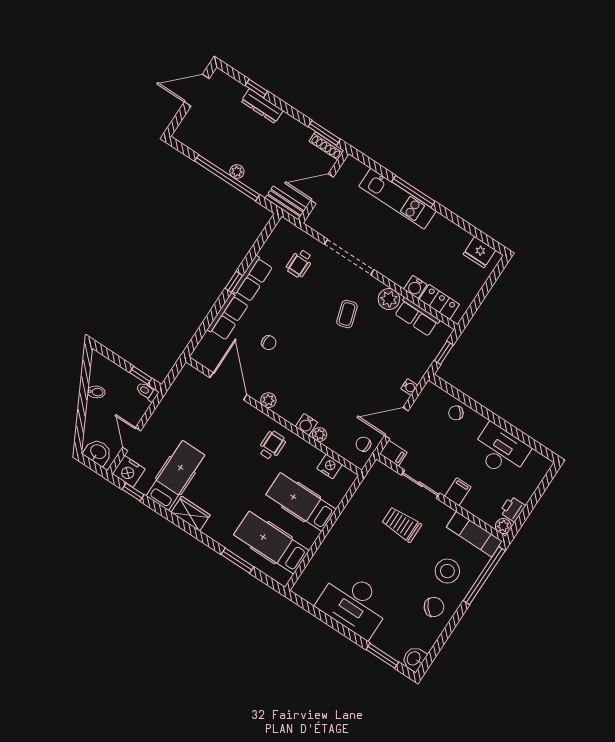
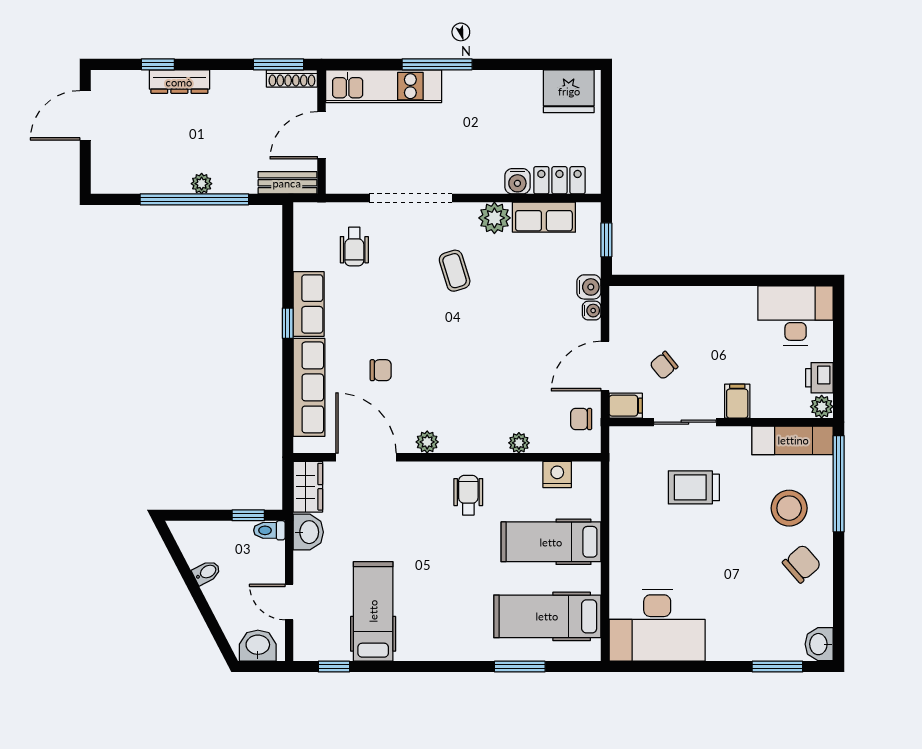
kitchen unit: (397, 199) -> (384, 86), moved
fridge: (479, 252) -> (569, 91), width x1.36, depth x1.34
row of seats: (228, 317) -> (309, 387), width x1.48
washbasin: (168, 407) -> (308, 532), added
chair: (456, 413) -> (664, 365), moved
water cooler: (306, 424) -> (589, 287), moved, turned -90
desk: (500, 451) -> (796, 315), moved
nightstand: (129, 471) -> (312, 644), removed
wardrobe: (191, 514) -> (308, 487), moved, turned 90
desk: (354, 604) -> (657, 625), moved

